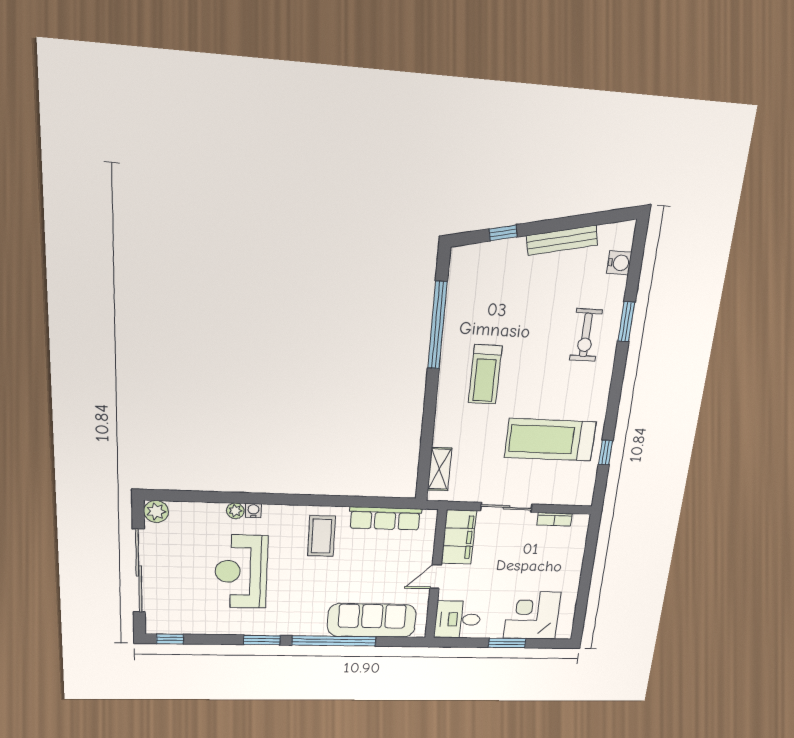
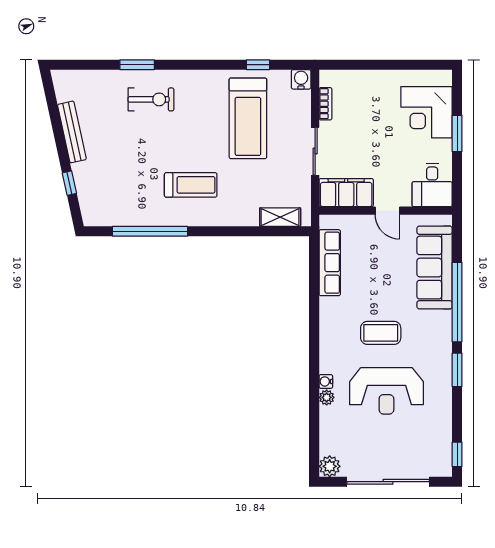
water cooler: (619, 263) -> (301, 79), moved
coffee table: (321, 536) -> (381, 333), moved

